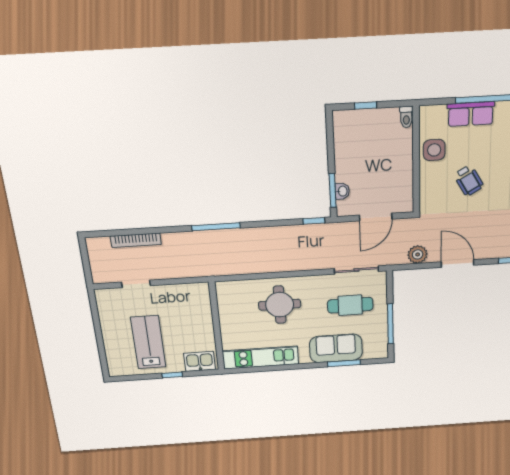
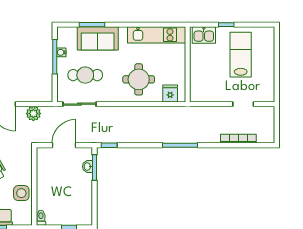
fridge: (236, 290) -> (170, 94), added
water cooler: (382, 329) -> (61, 52), added
lab bench: (148, 342) -> (241, 55), turned 180

